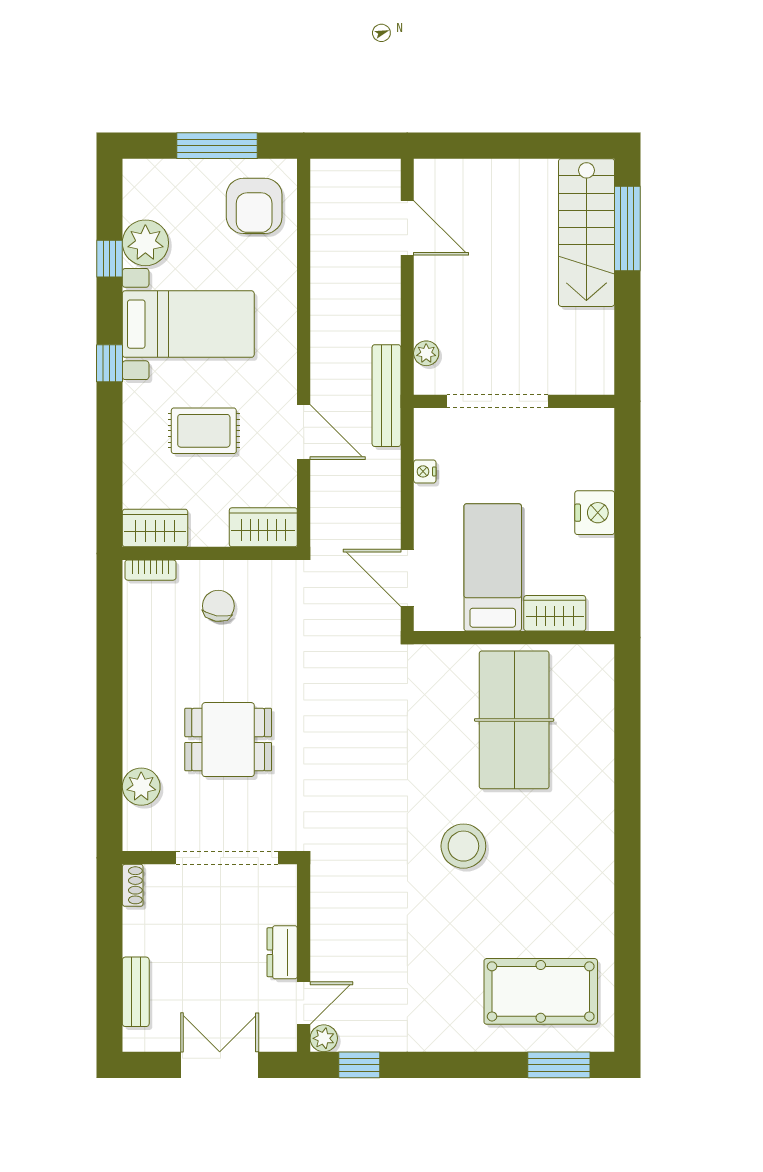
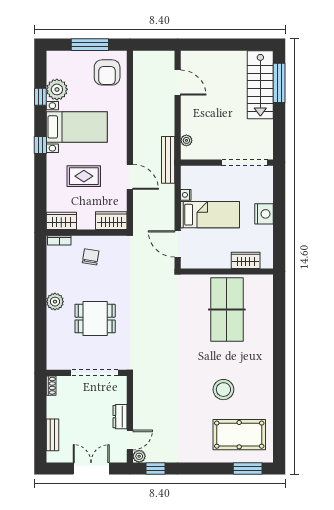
doorway: (497, 401) -> (244, 163), moved
bed: (493, 567) -> (210, 215), moved, turned 90
plant: (141, 787) -> (55, 302), moved
stool: (463, 846) -> (223, 390), moved

